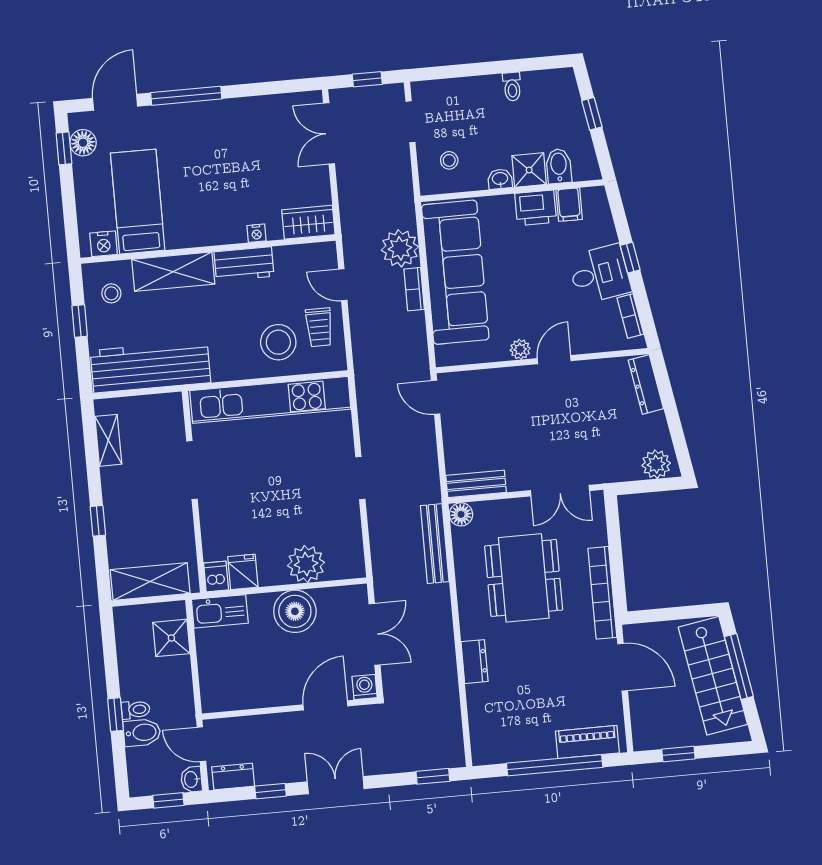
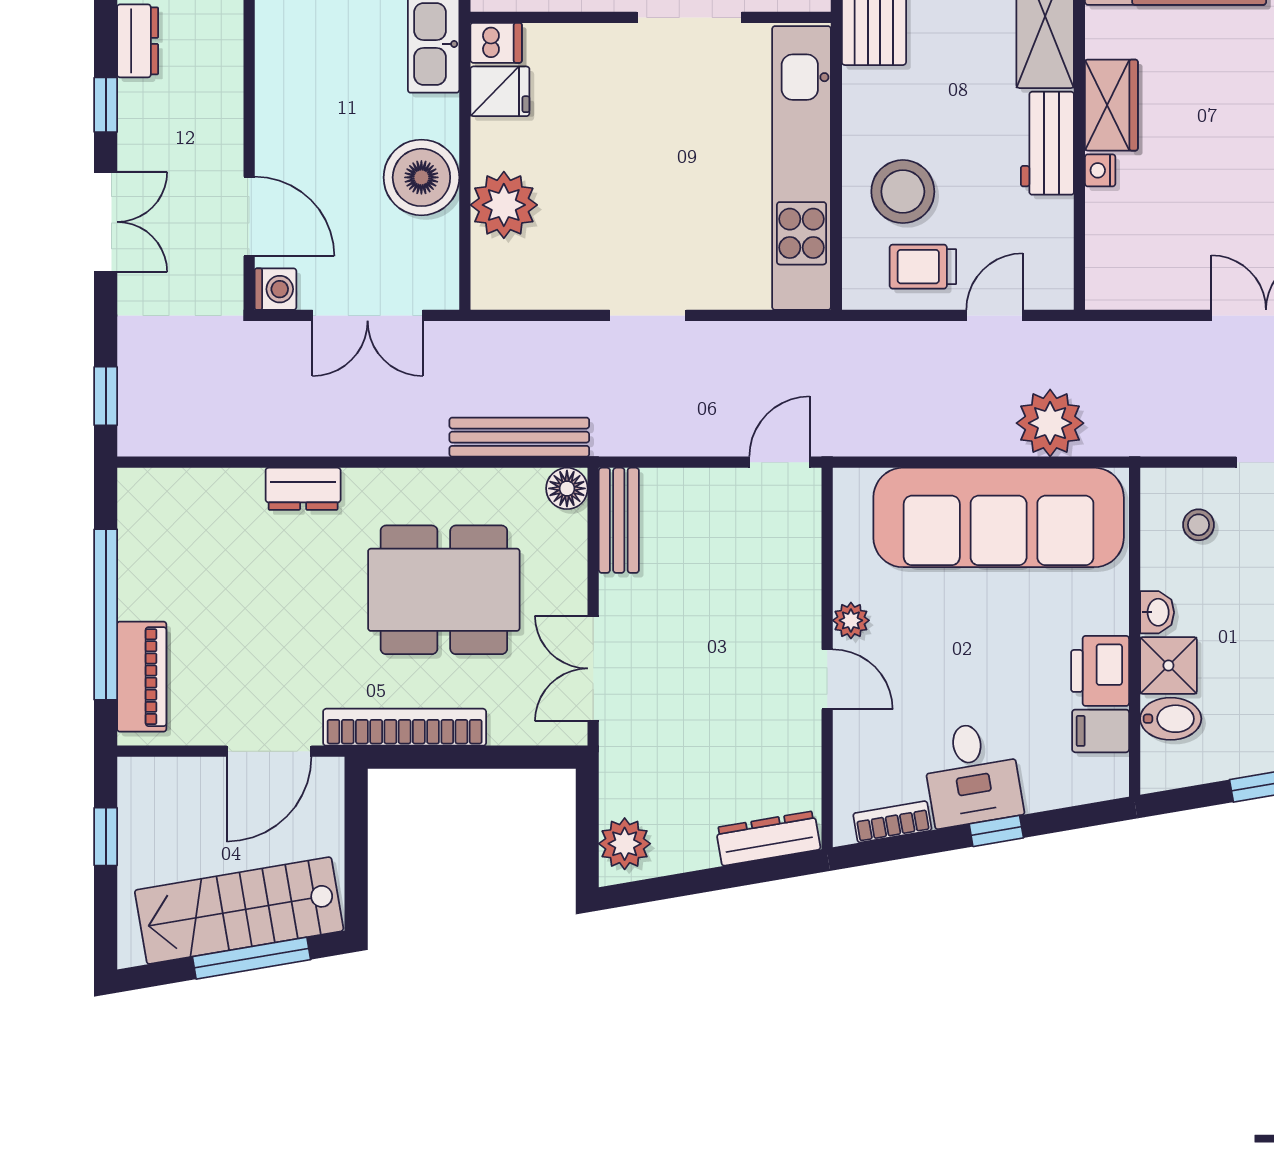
wardrobe: (308, 222) -> (1111, 105), moved
bookcase: (414, 289) -> (975, 442), removed

